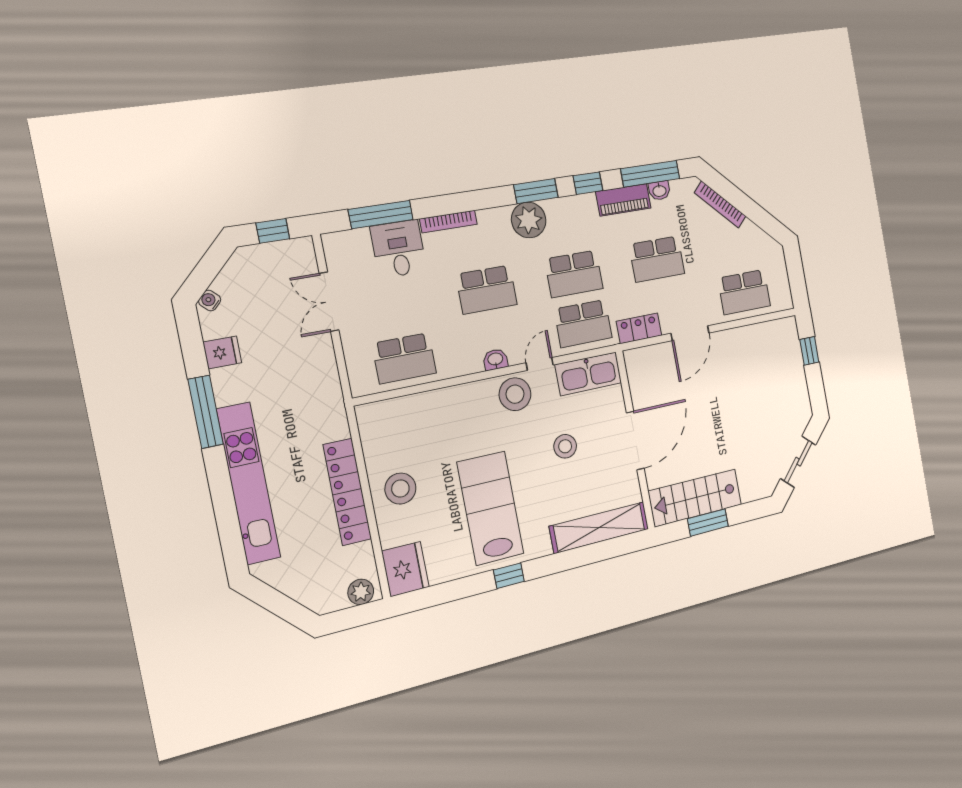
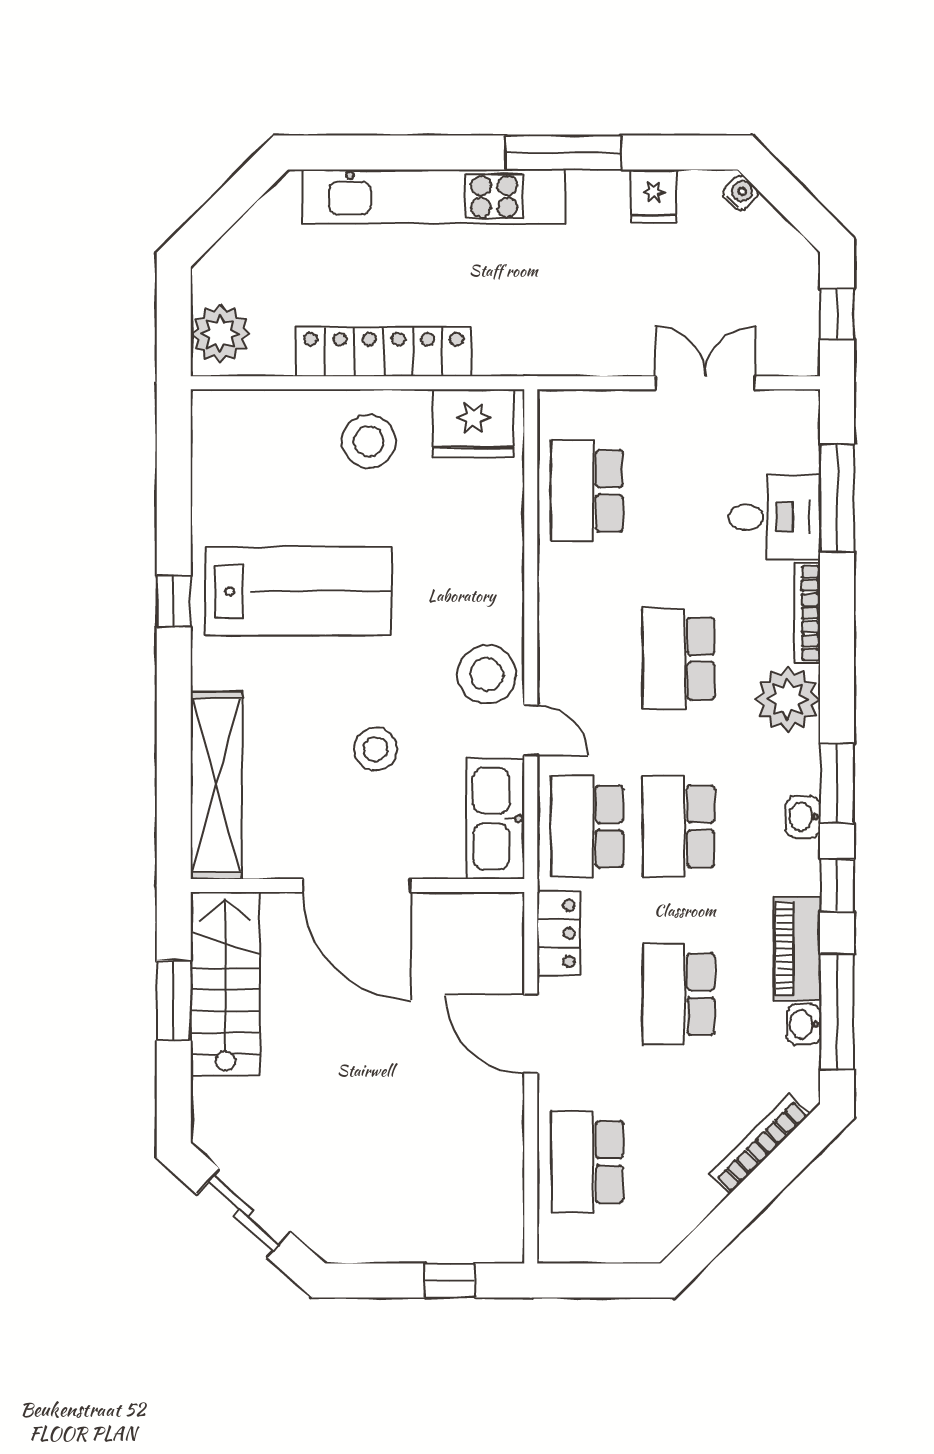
plant: (529, 220) -> (788, 699), moved
washbasin: (495, 359) -> (803, 817), moved, turned 180
fridge: (405, 569) -> (473, 423), moved
plant: (361, 592) -> (220, 334), width x1.36, depth x1.36

